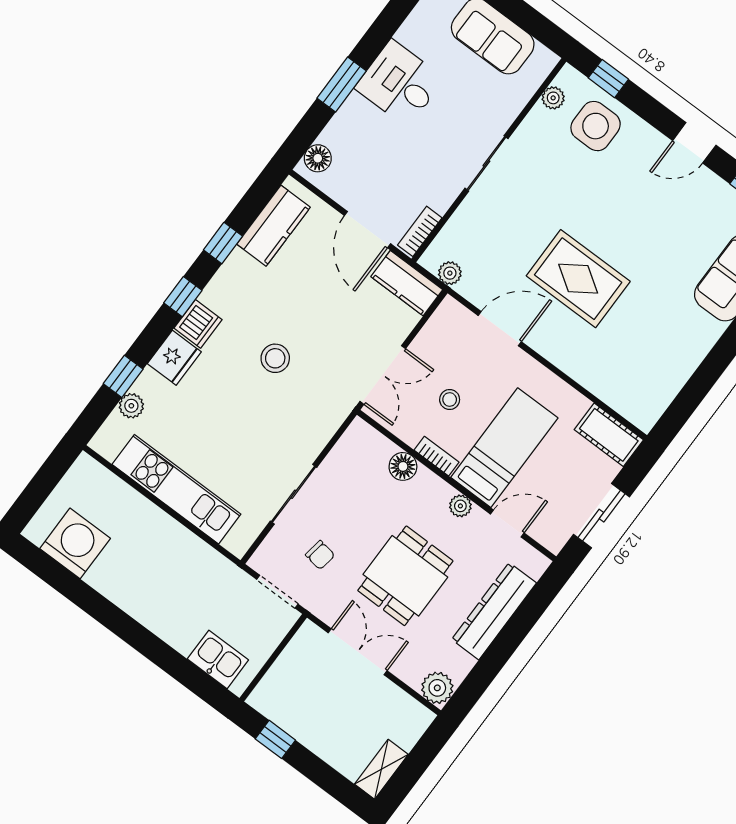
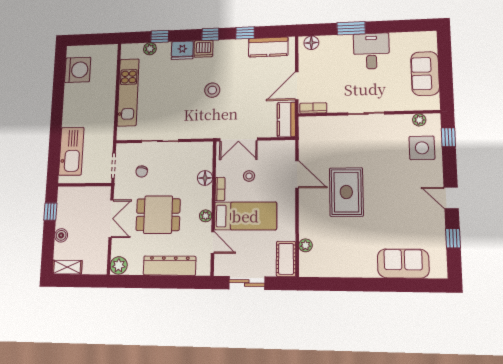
plant: (450, 273) -> (305, 245), moved
kitchen sink: (218, 659) -> (71, 151), width x1.88, depth x1.24
boiler: (325, 747) -> (61, 235), added

